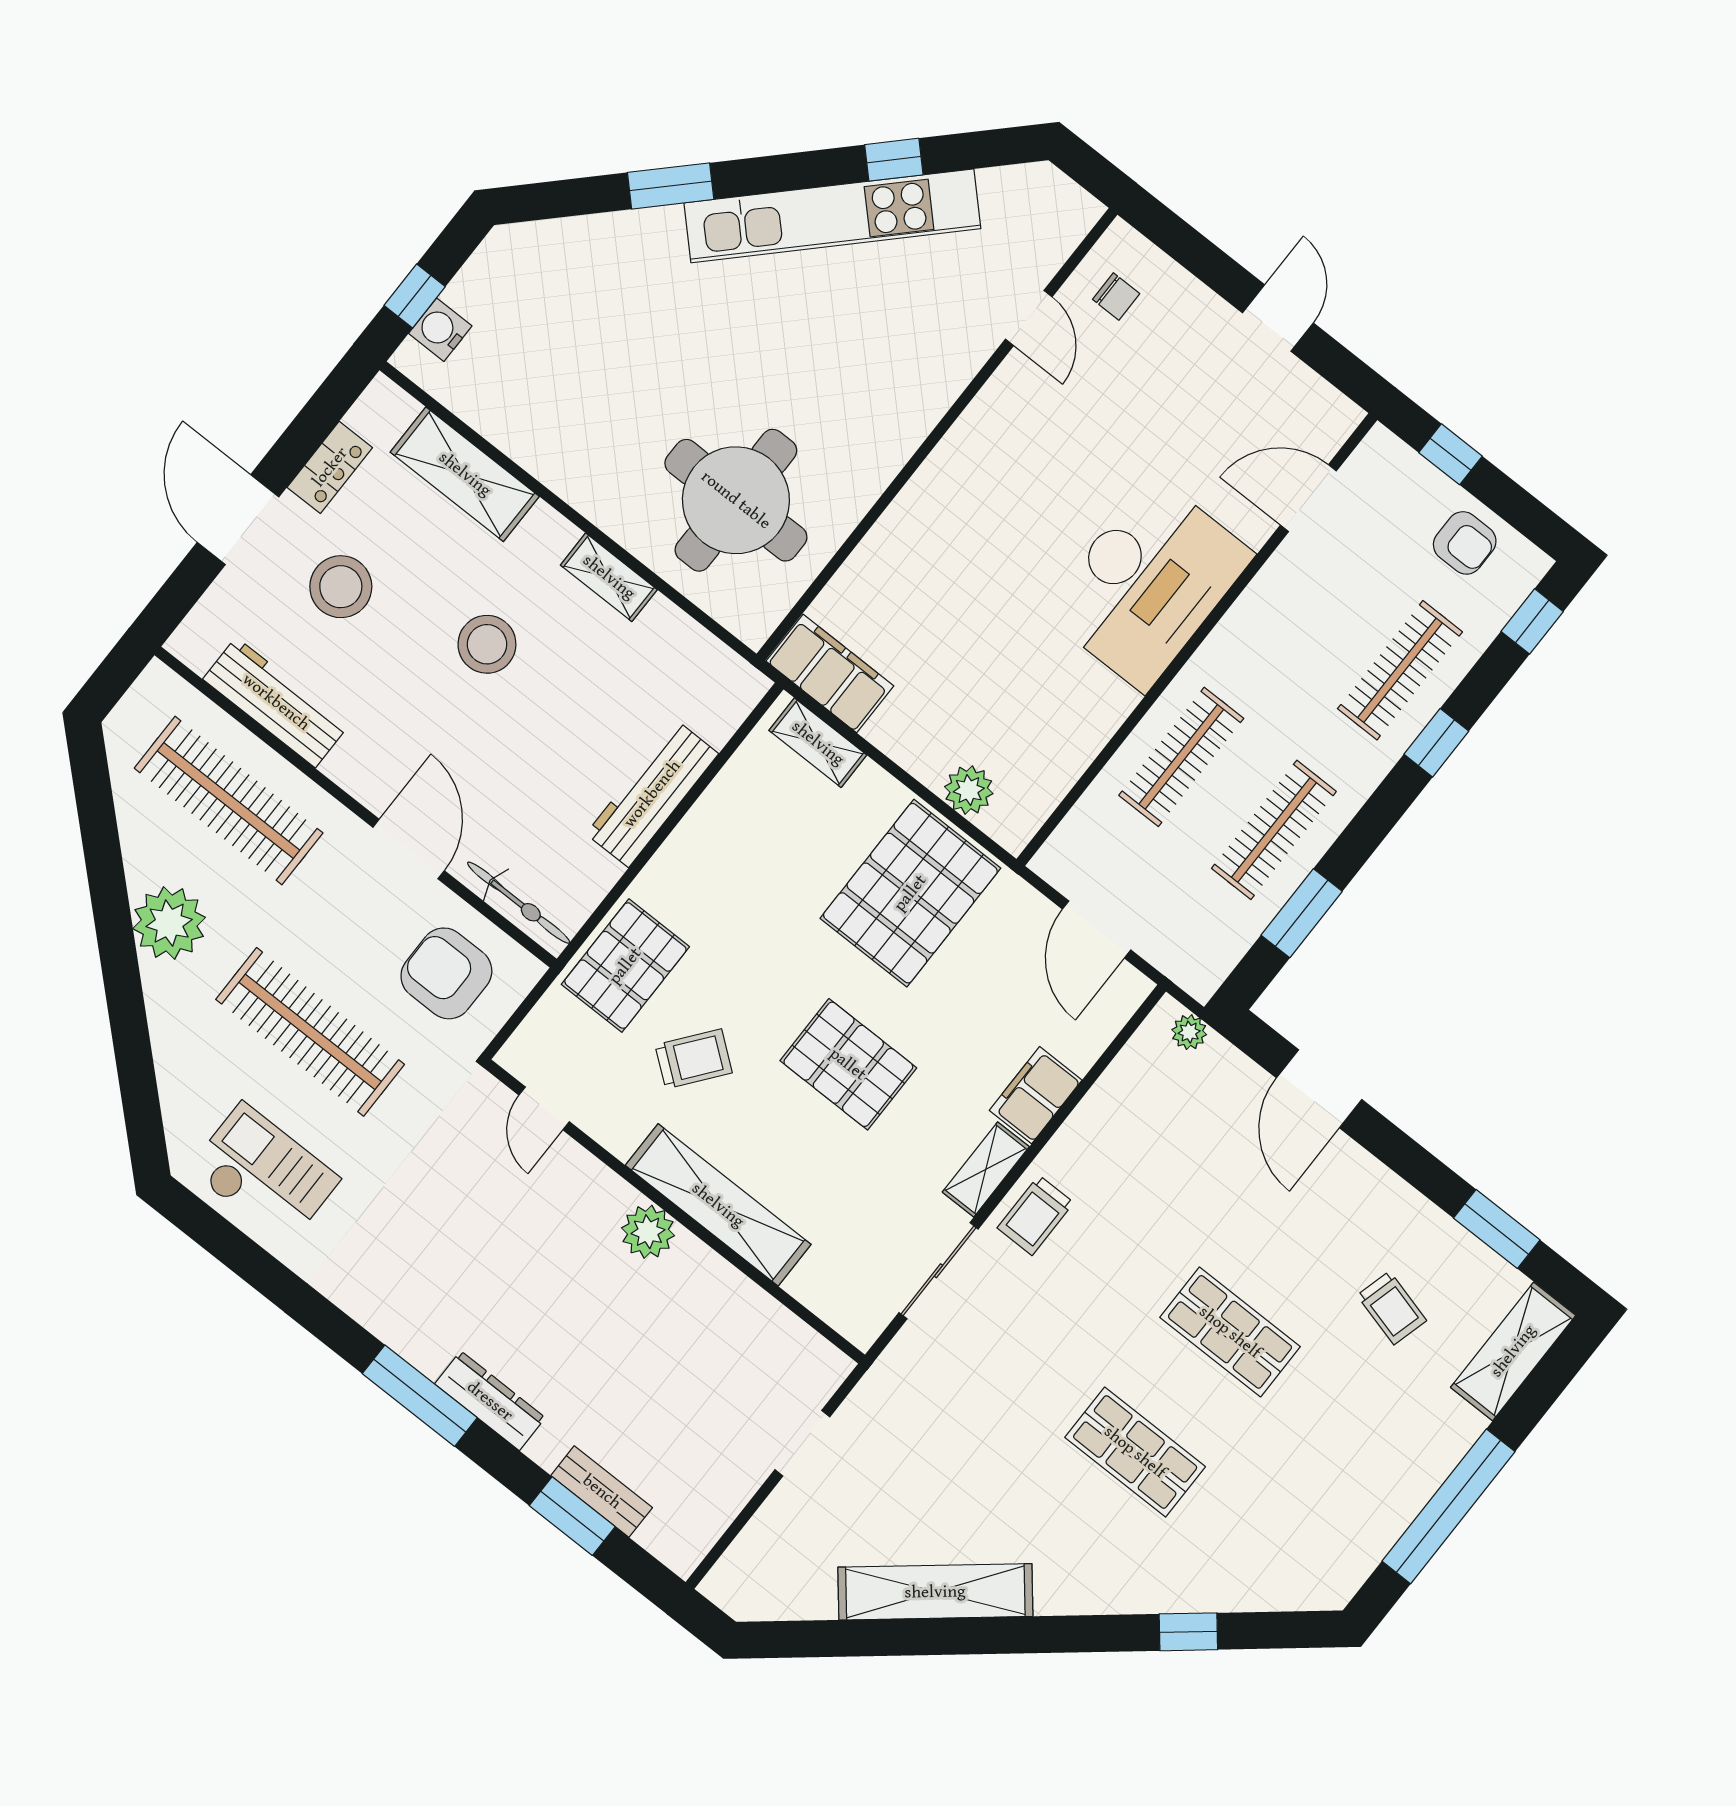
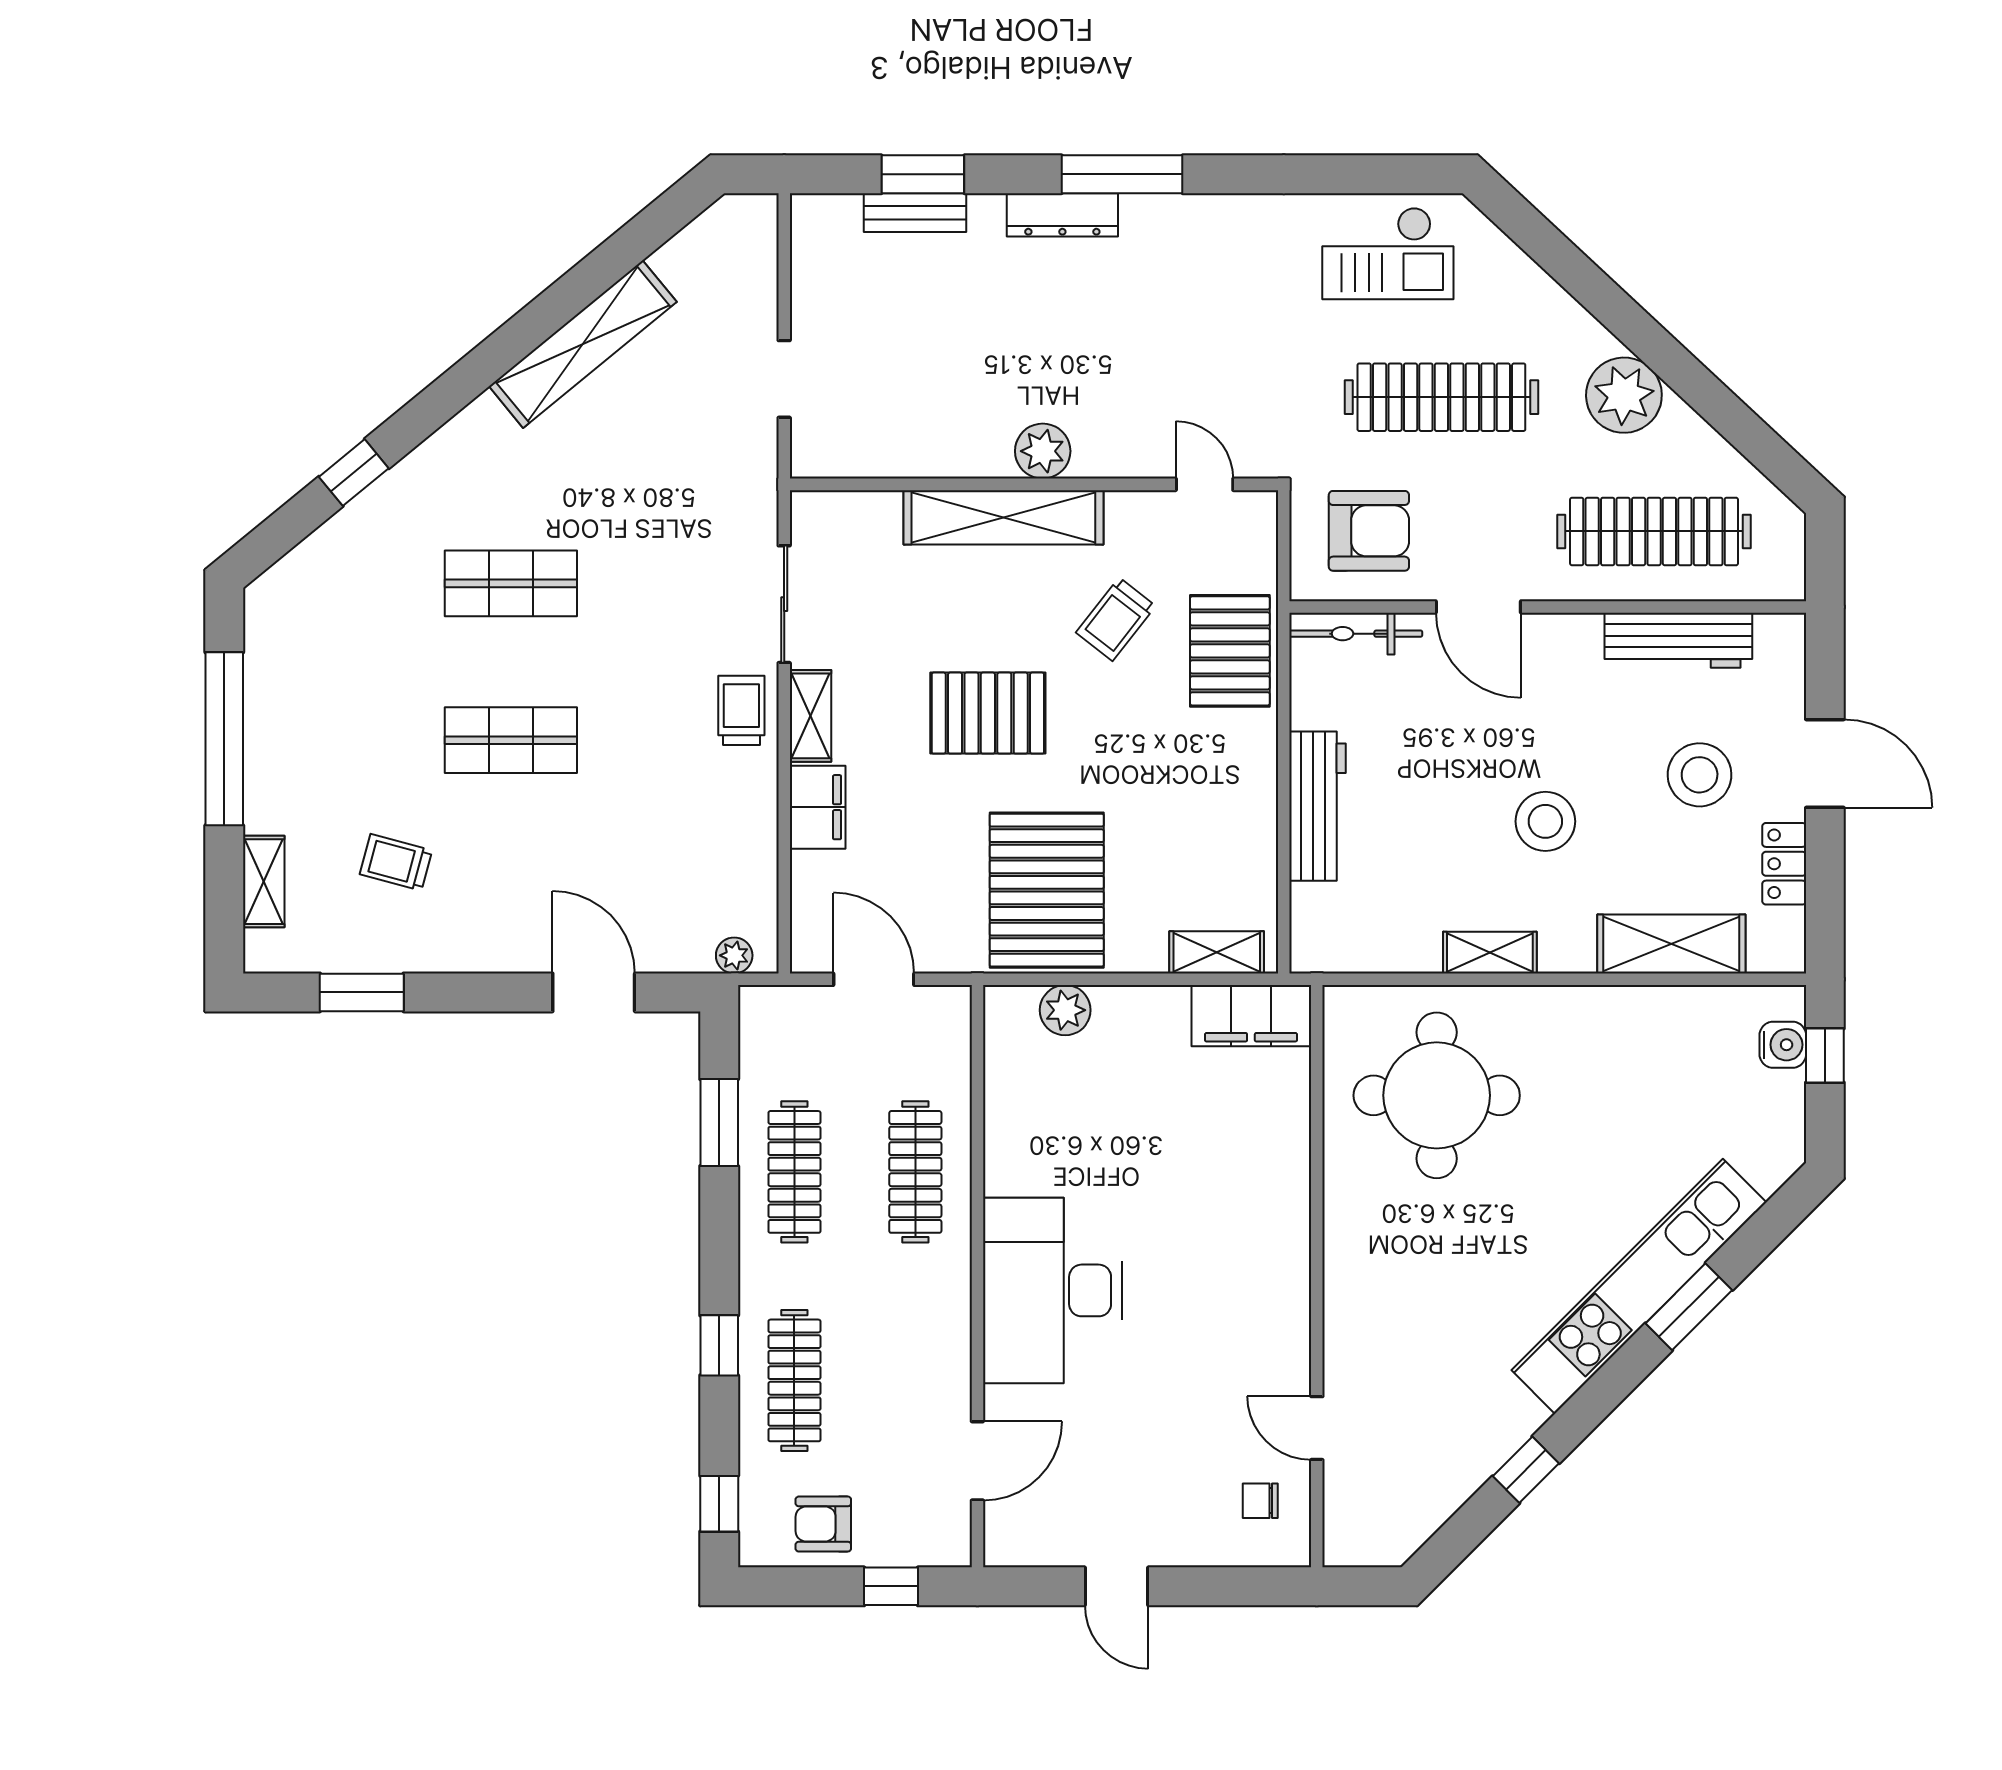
kitchen unit: (832, 216) -> (1639, 1286), moved
shelving: (1513, 1351) -> (264, 882), width x0.67, depth x0.75

